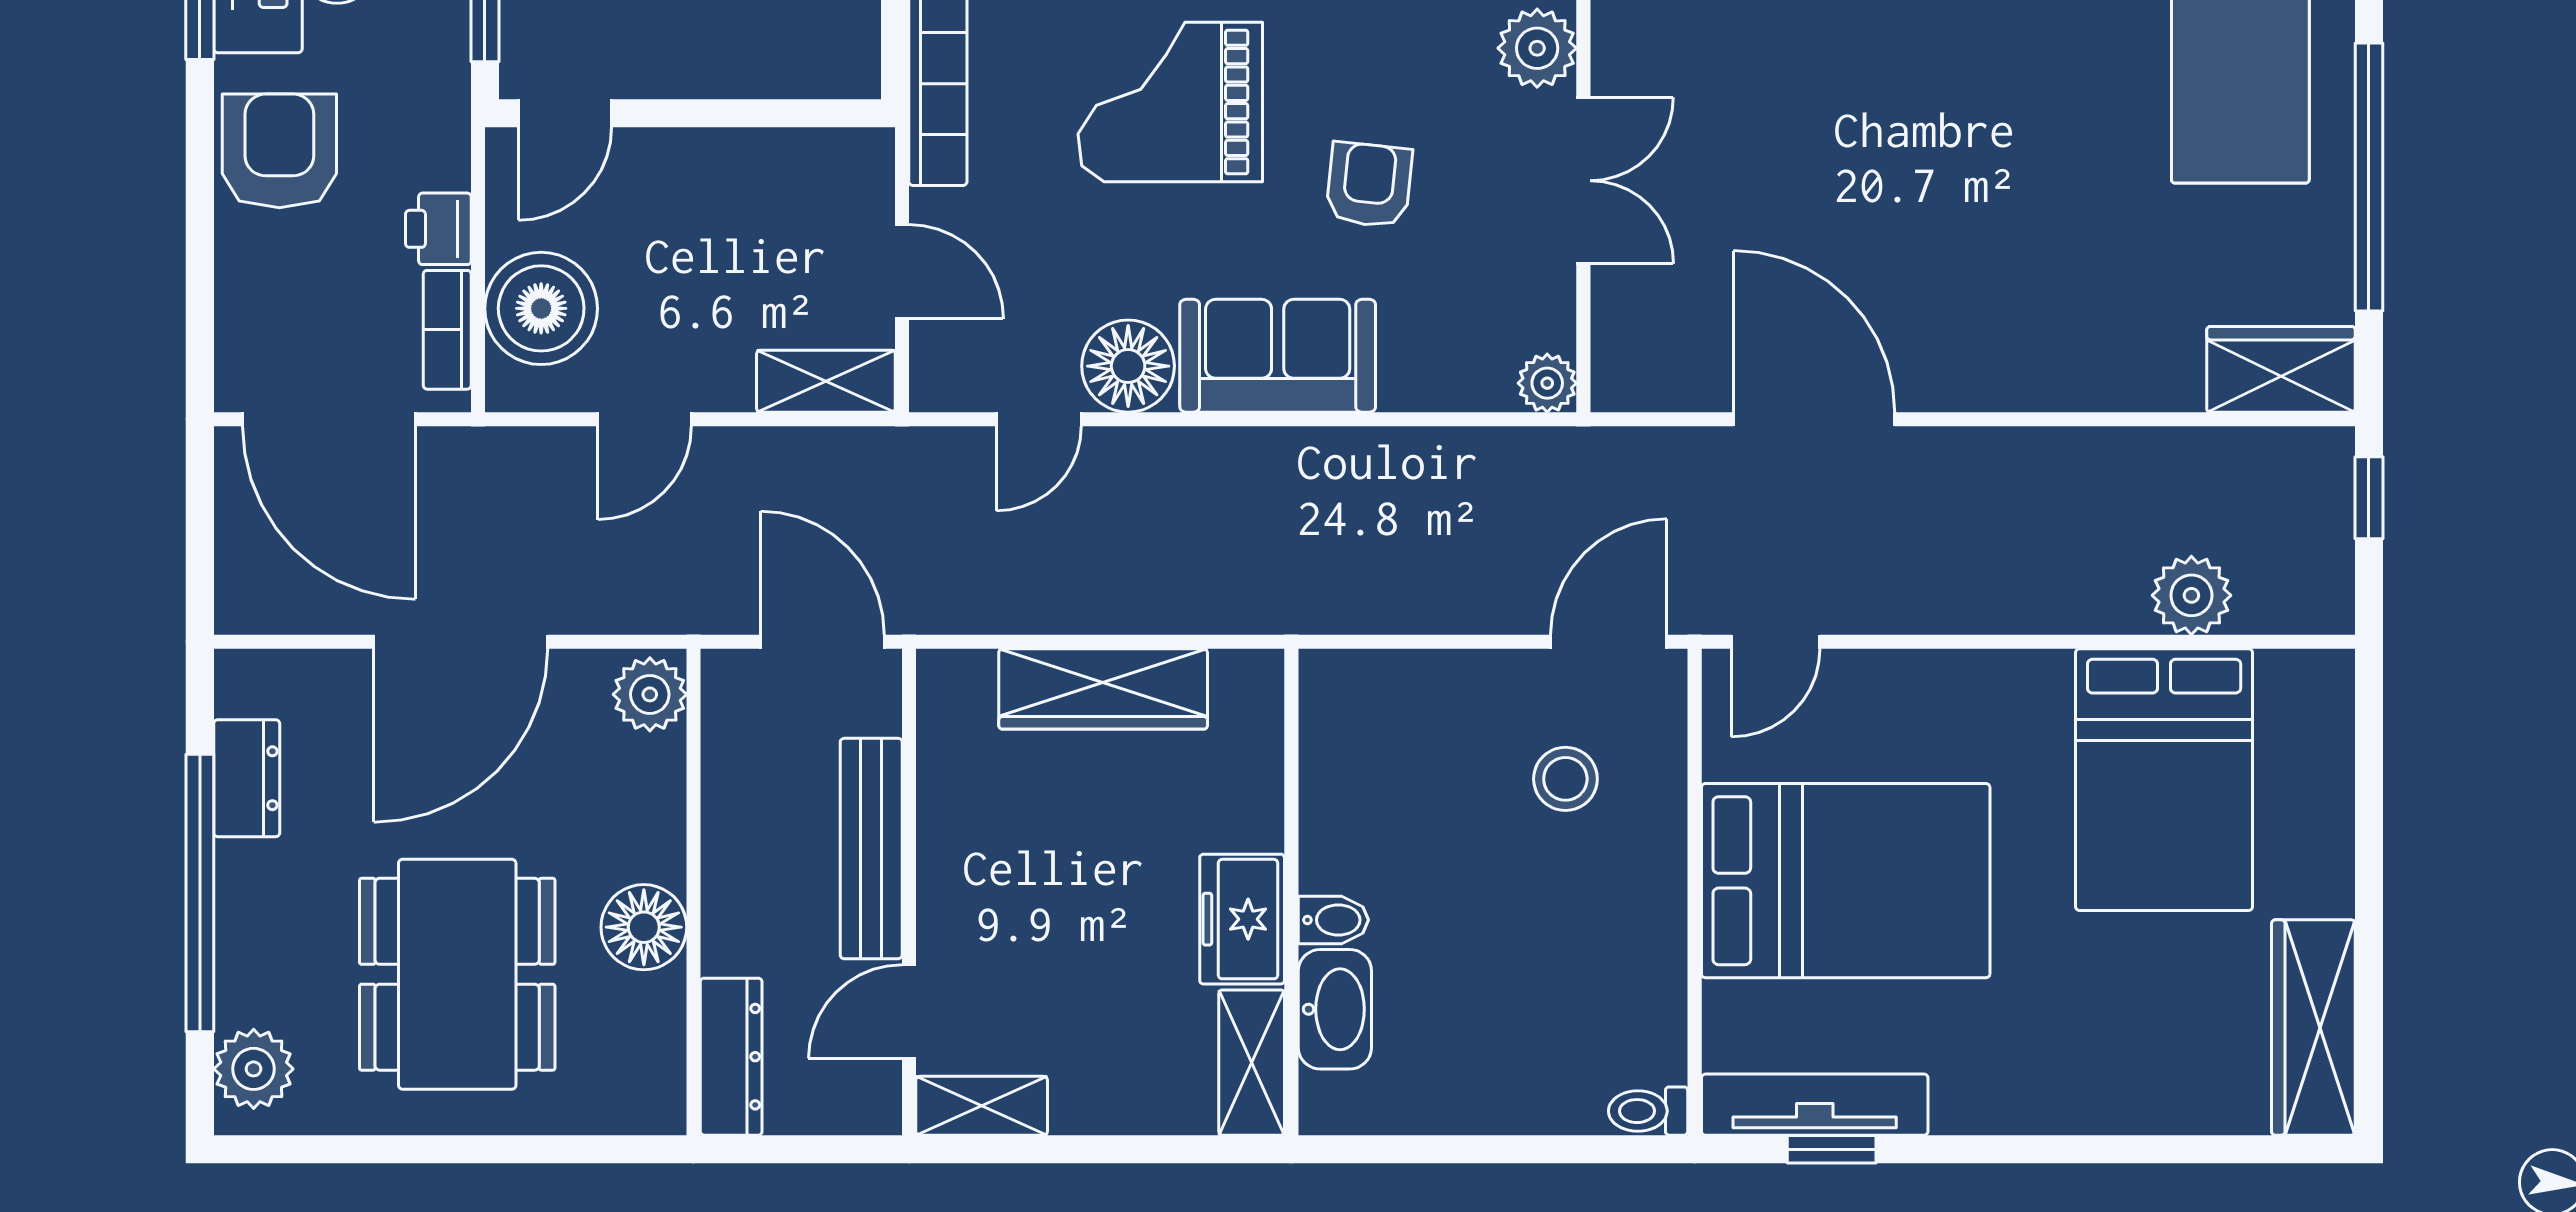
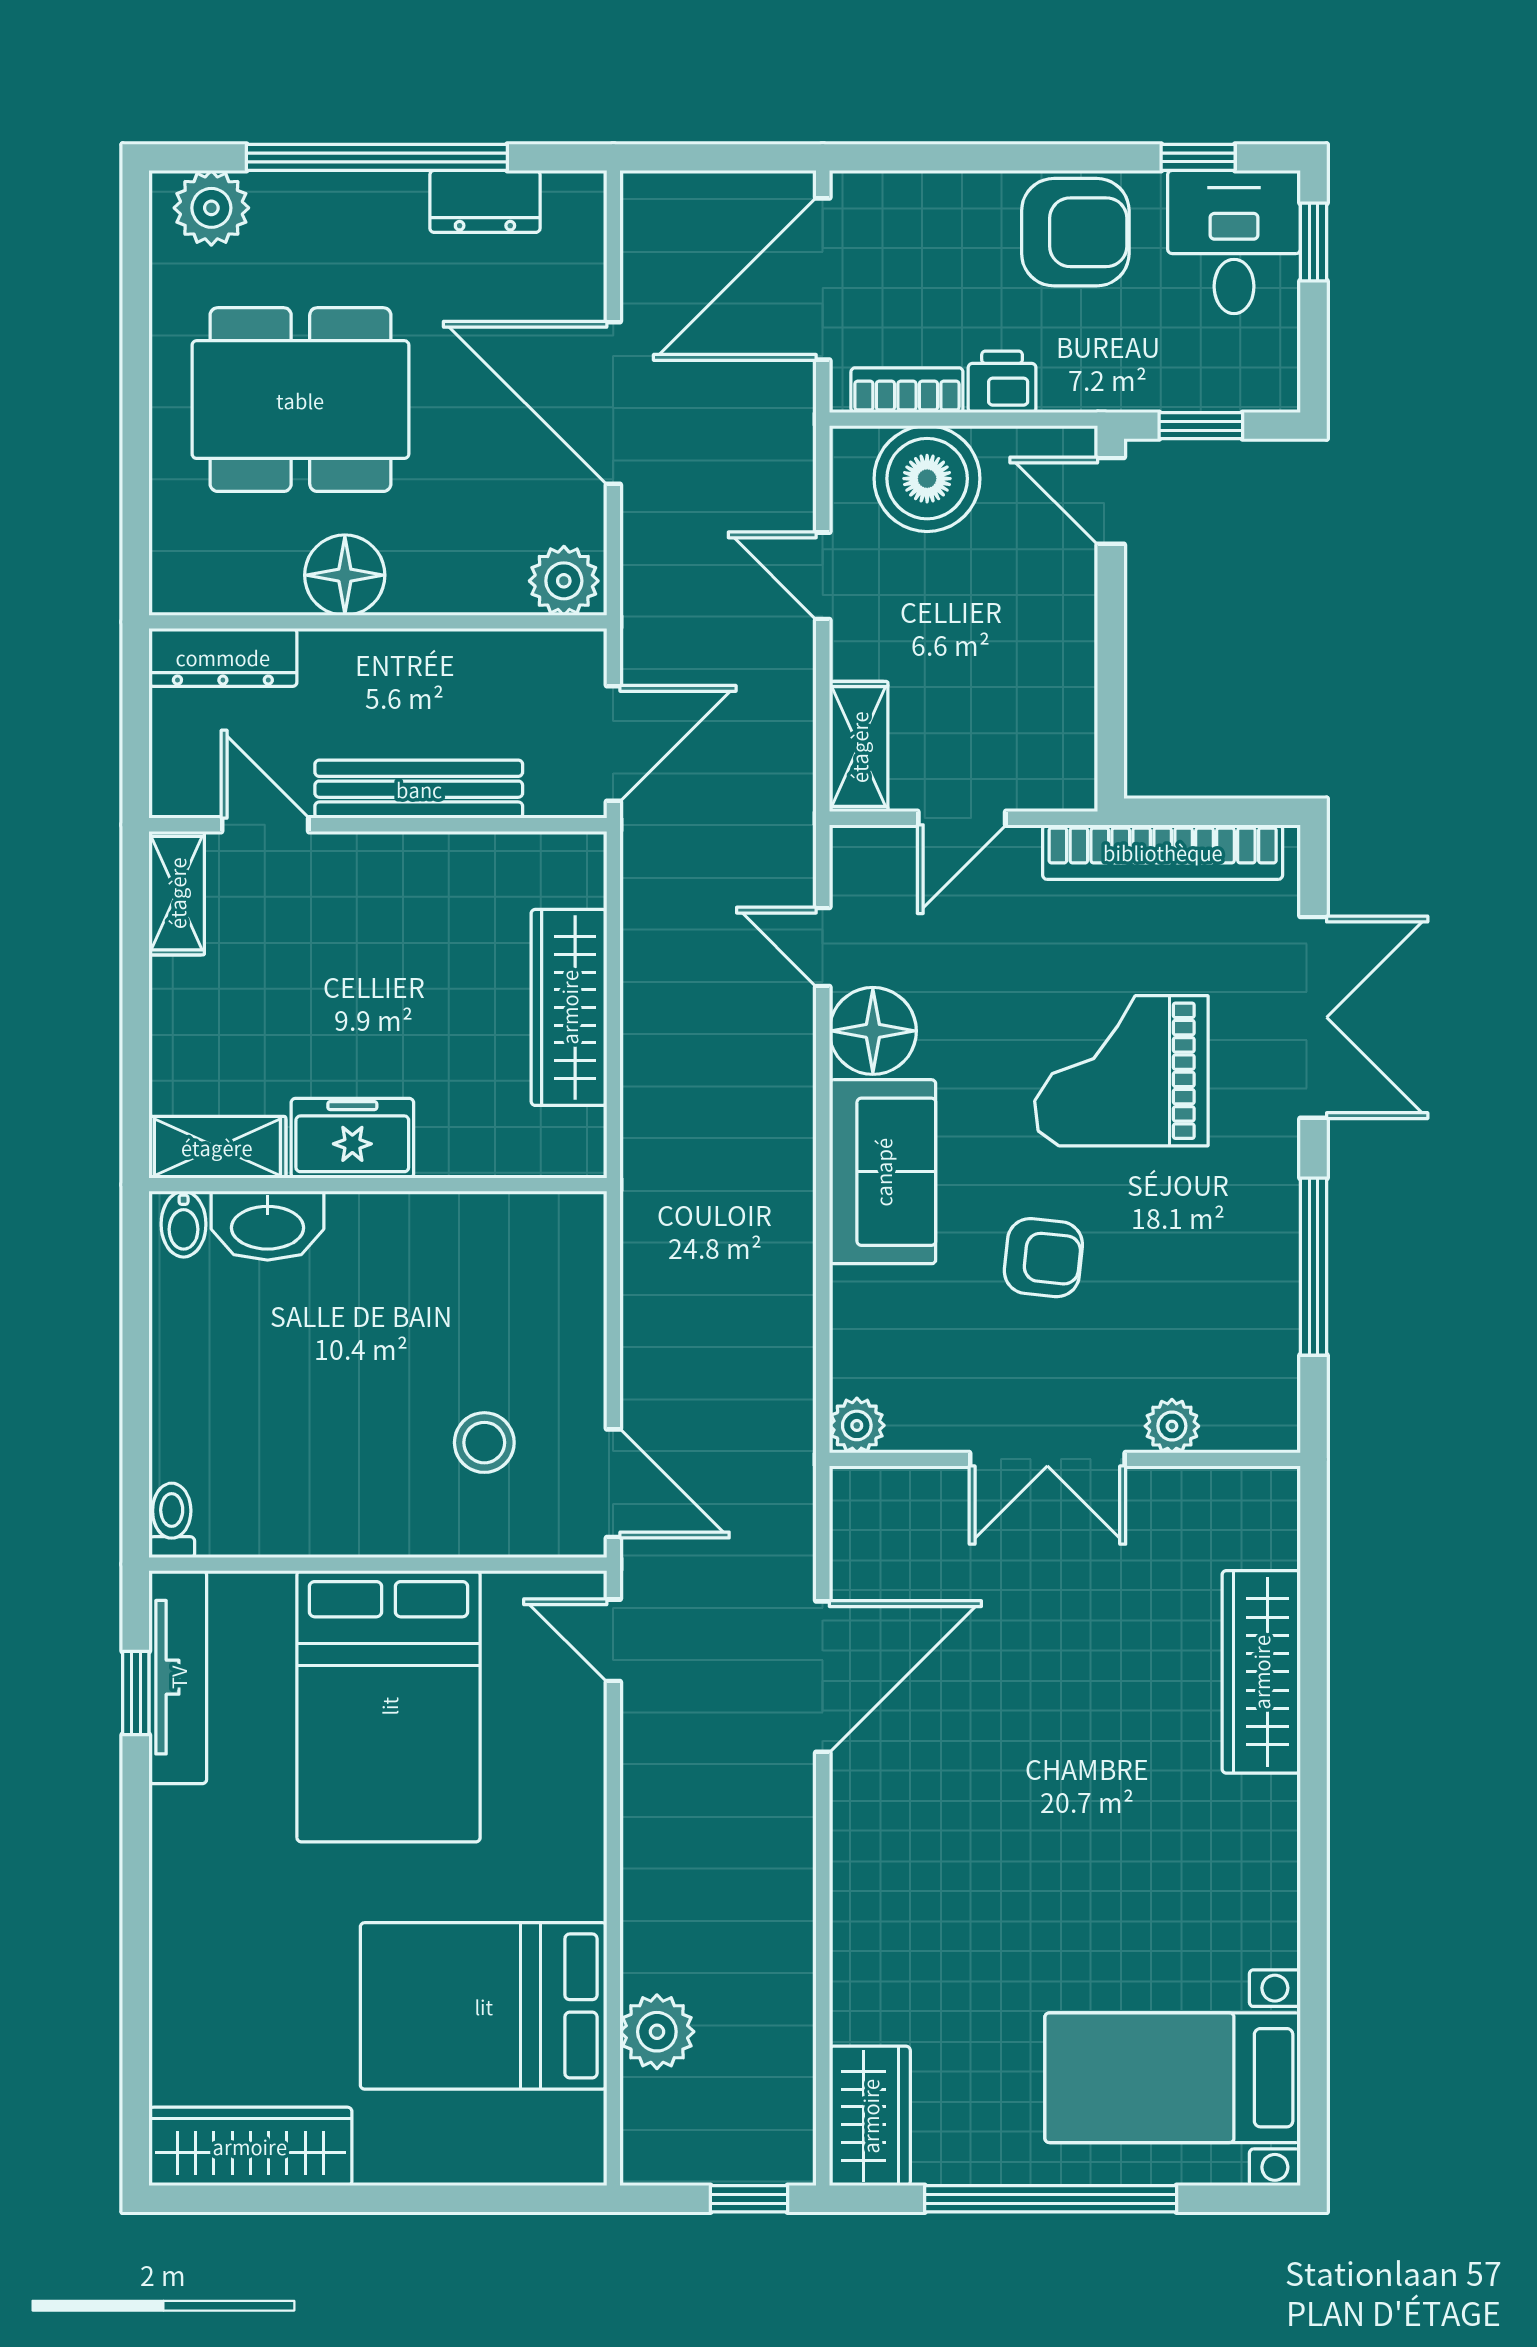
plant: (1537, 48) -> (1172, 1426), width x0.73, depth x0.73
grand piano: (1170, 102) -> (1121, 1071), turned -90
bidet: (1333, 920) -> (184, 1224), moved

